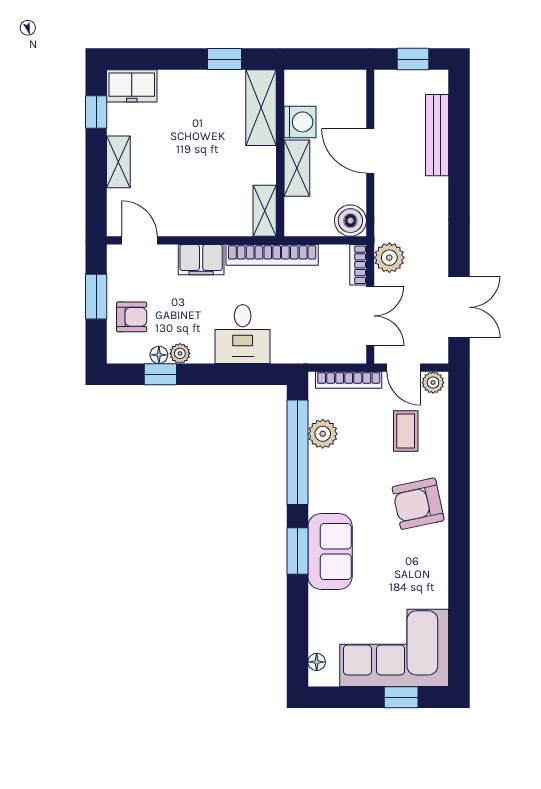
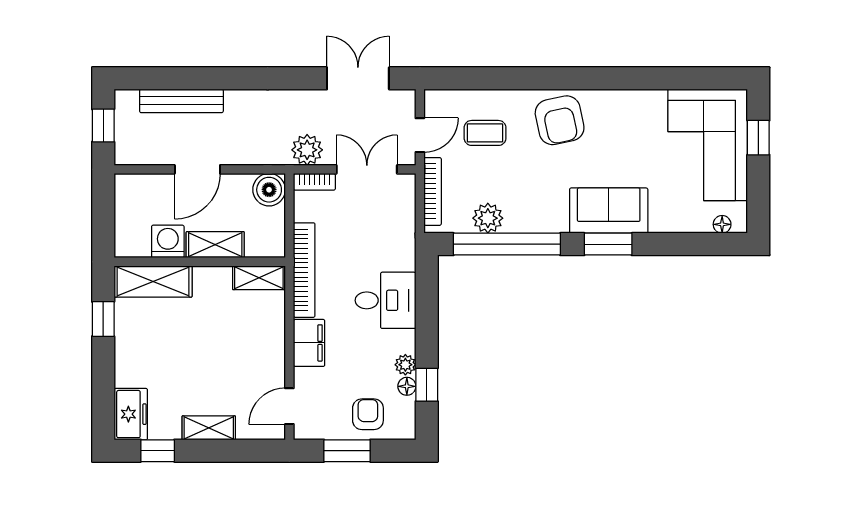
plant: (433, 382) -> (435, 105), removed

